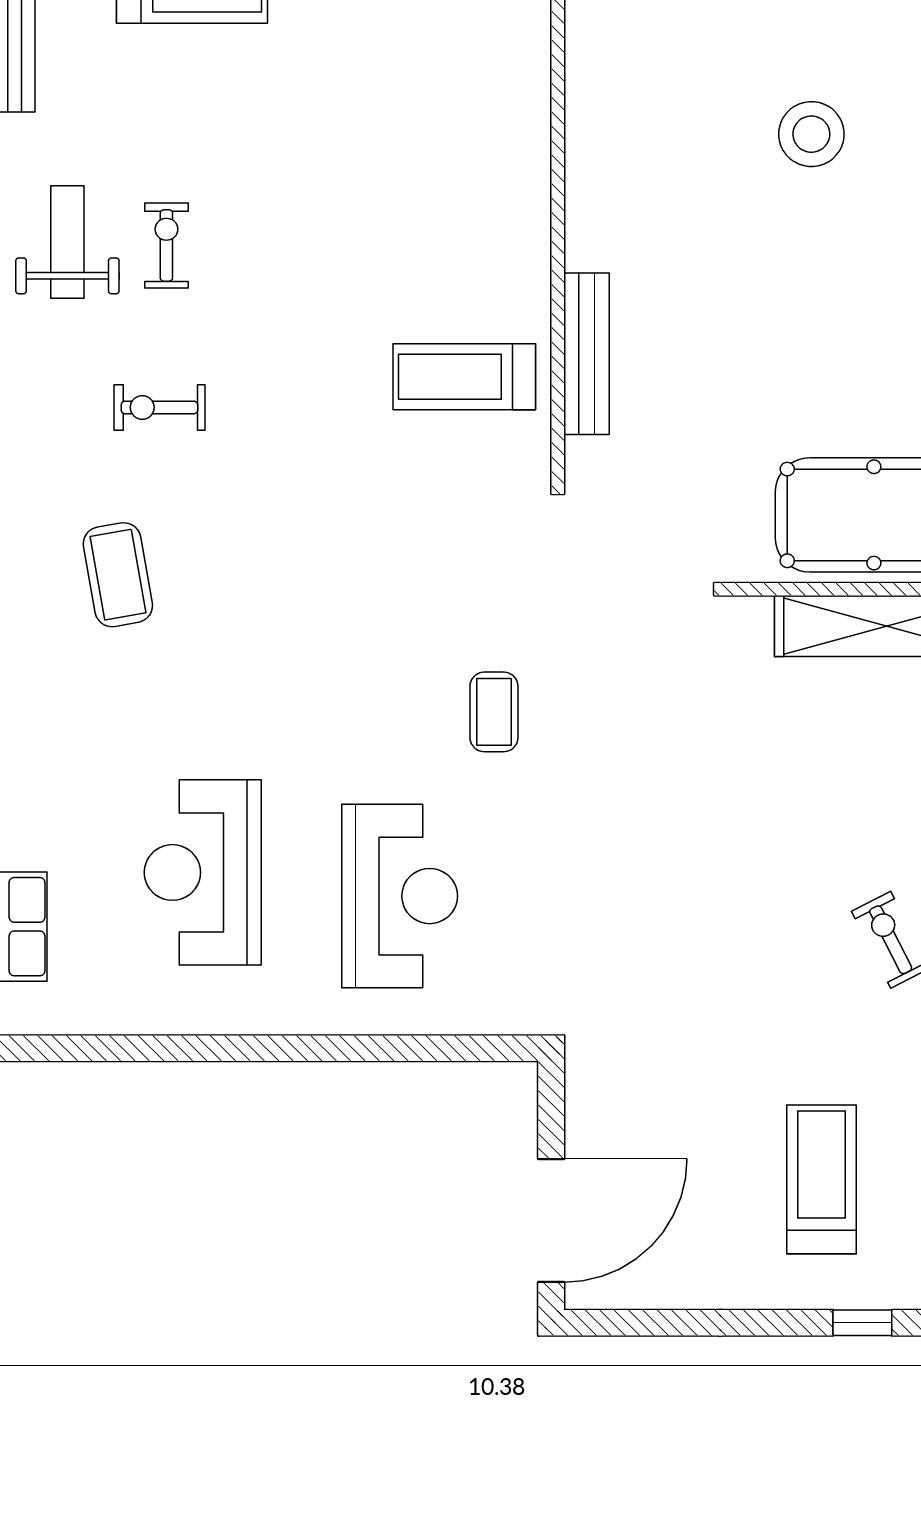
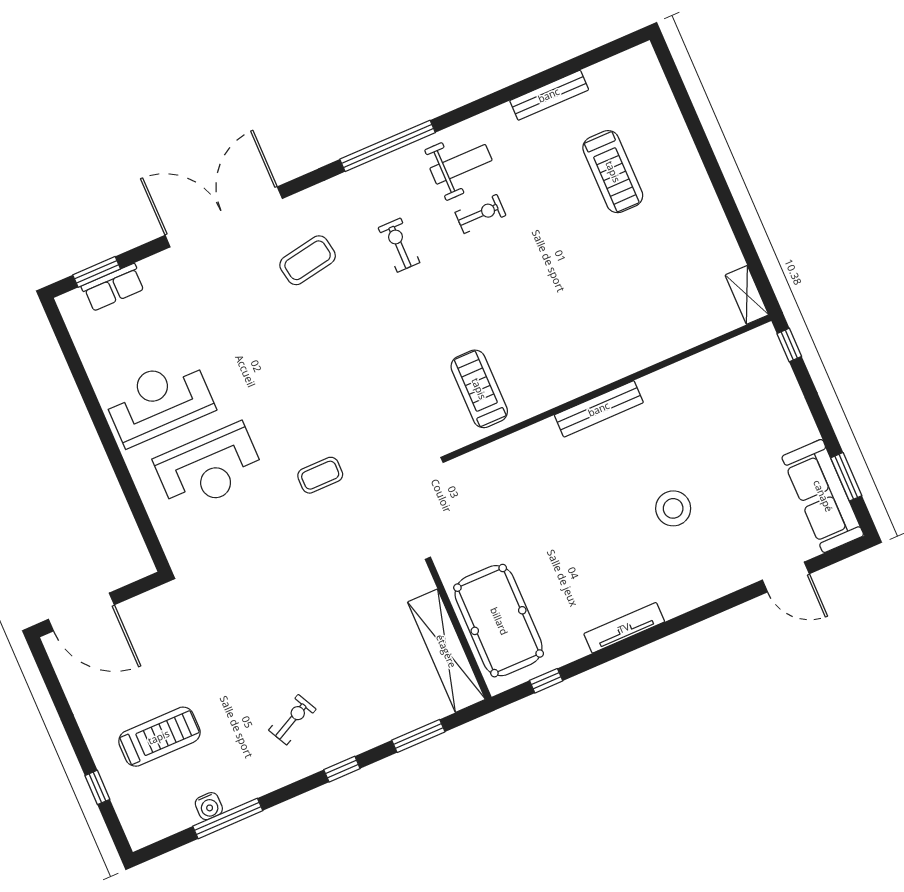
bench: (587, 354) -> (599, 409), moved
reception desk: (203, 872) -> (159, 401), moved

